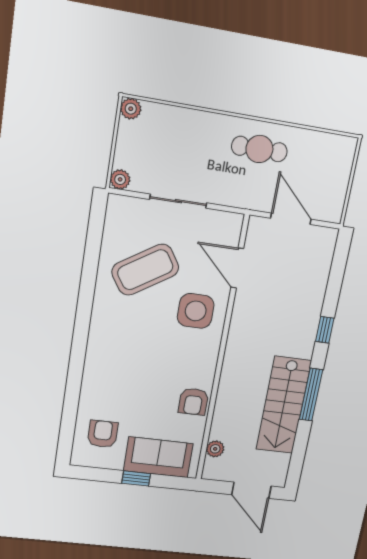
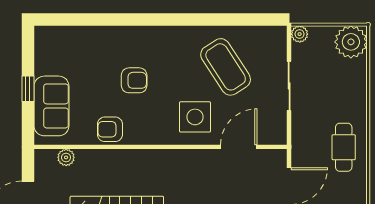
plant: (131, 109) -> (351, 42), width x1.88, depth x1.88
armchair: (103, 434) -> (134, 80), moved

